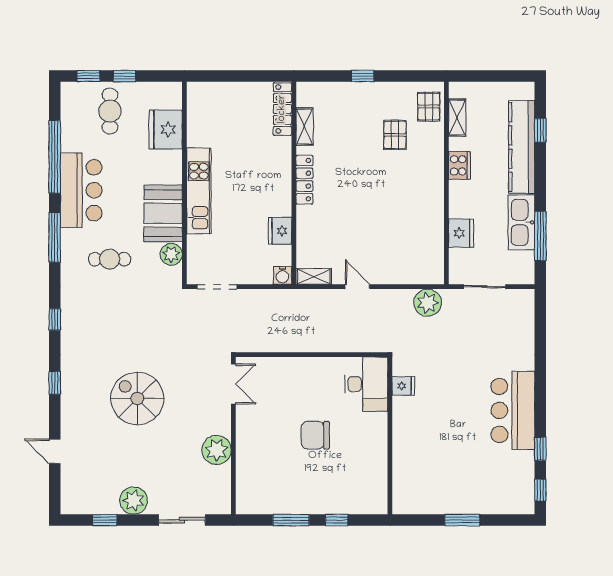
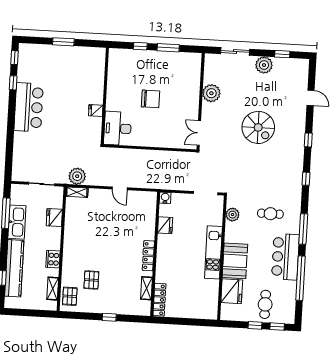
booth: (163, 213) -> (235, 261), moved
shelving: (314, 276) -> (77, 192), moved
fridge: (403, 386) -> (96, 110), moved

